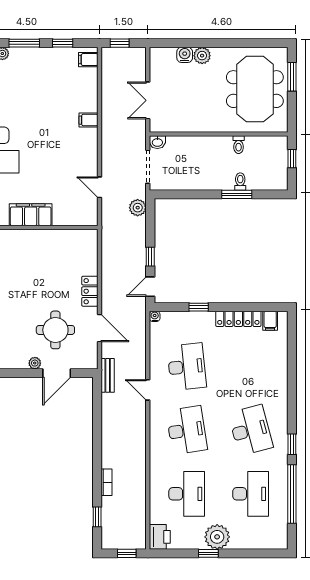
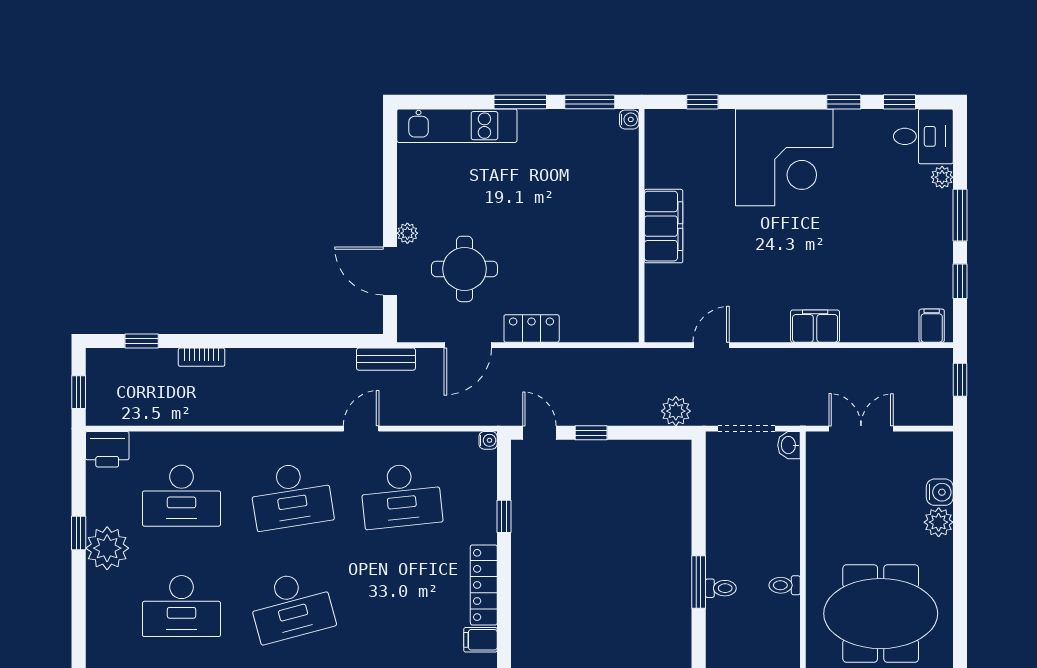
filing cabinet: (89, 120) -> (815, 326), width x2.00

